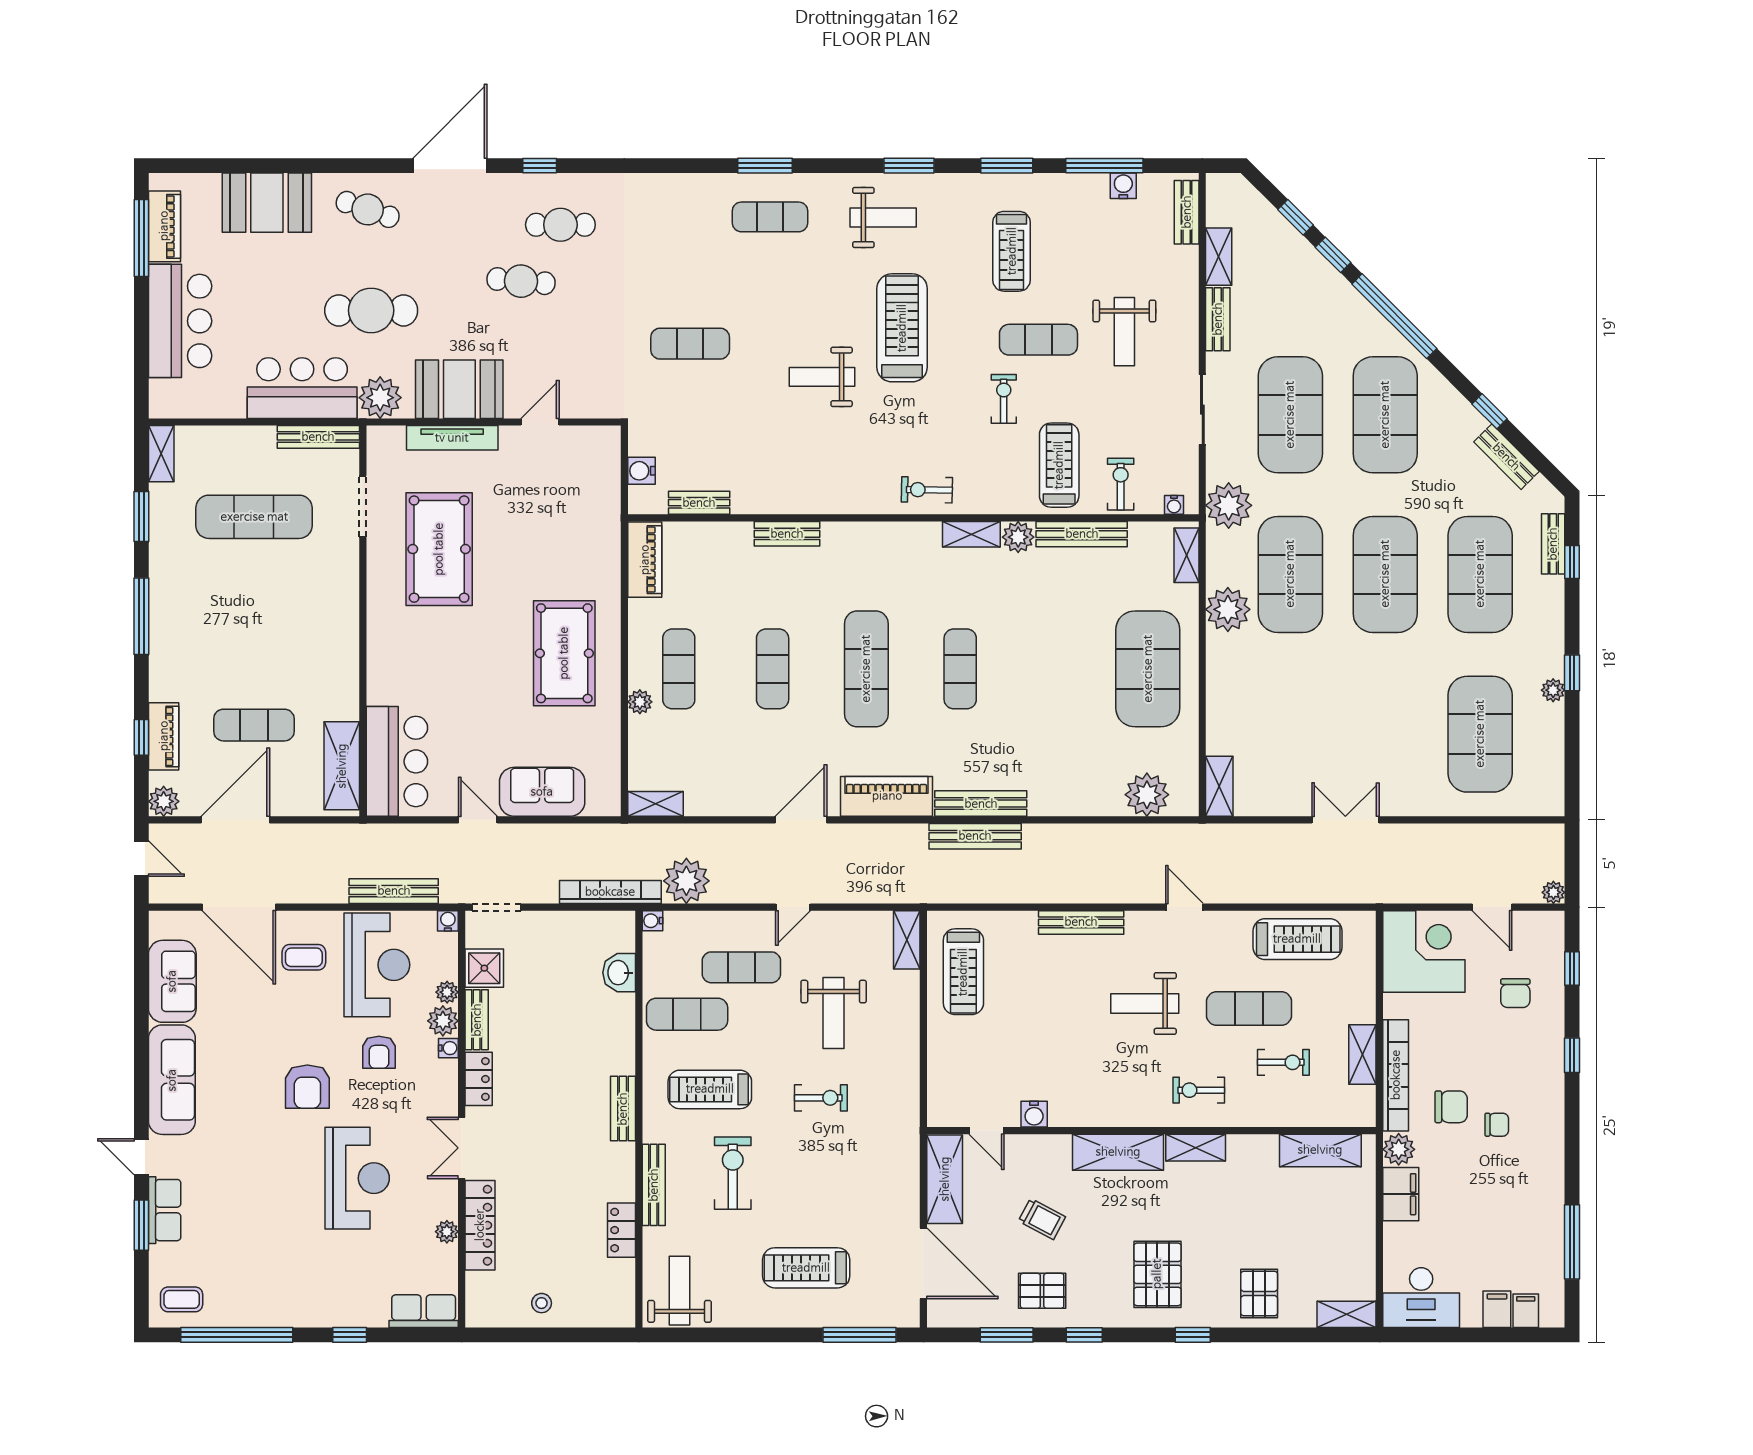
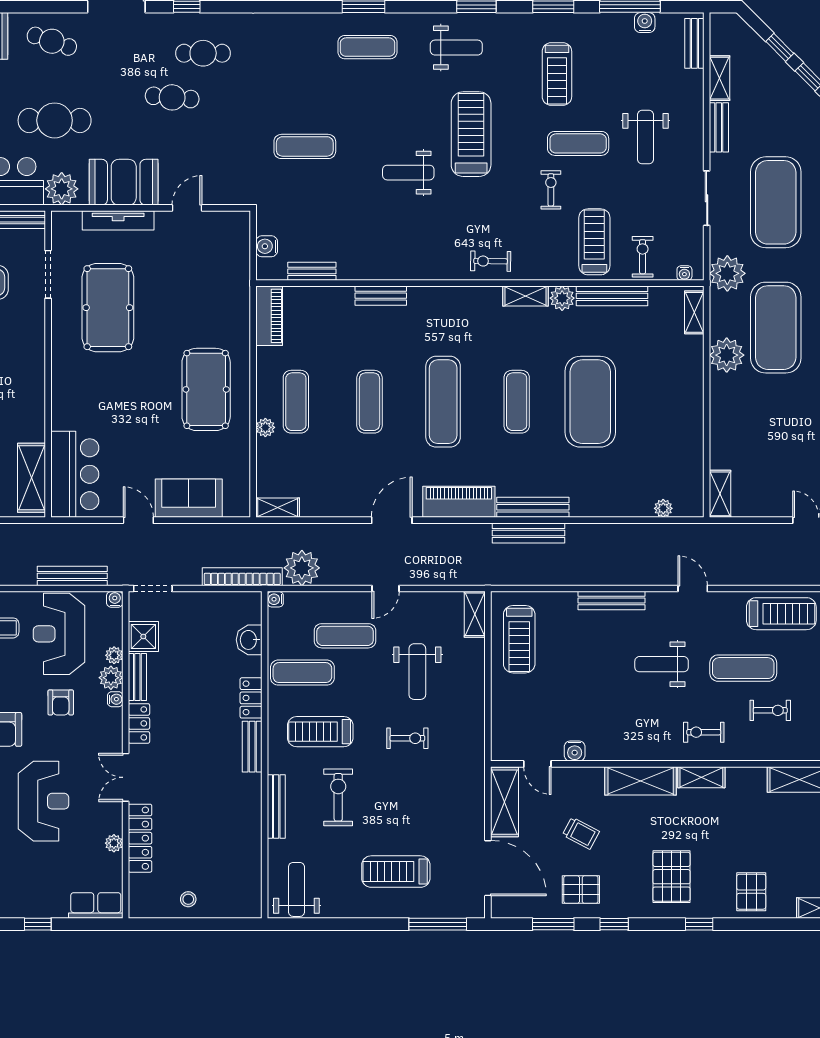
exercise mat: (1148, 669) -> (590, 402), moved
plant: (1147, 795) -> (663, 508), width x0.53, depth x0.53
reception desk: (377, 965) -> (59, 634), turned 180
locker: (622, 1230) -> (251, 698), moved

